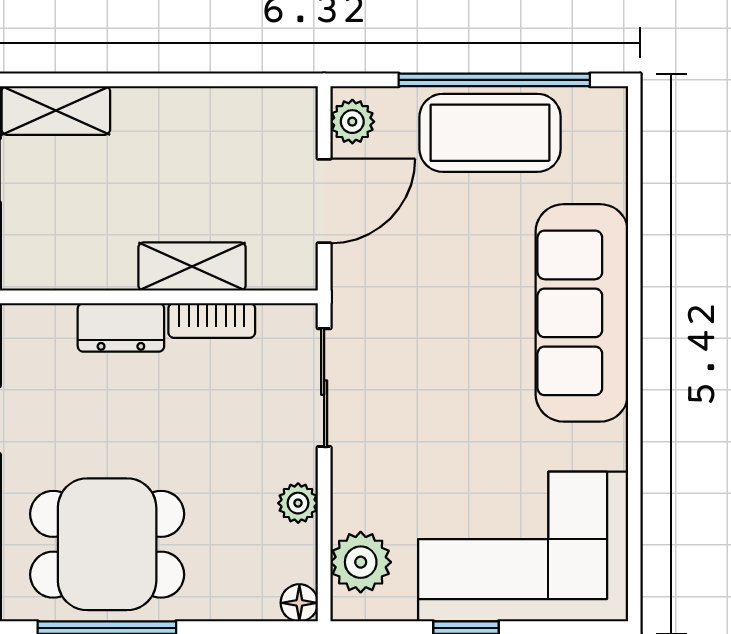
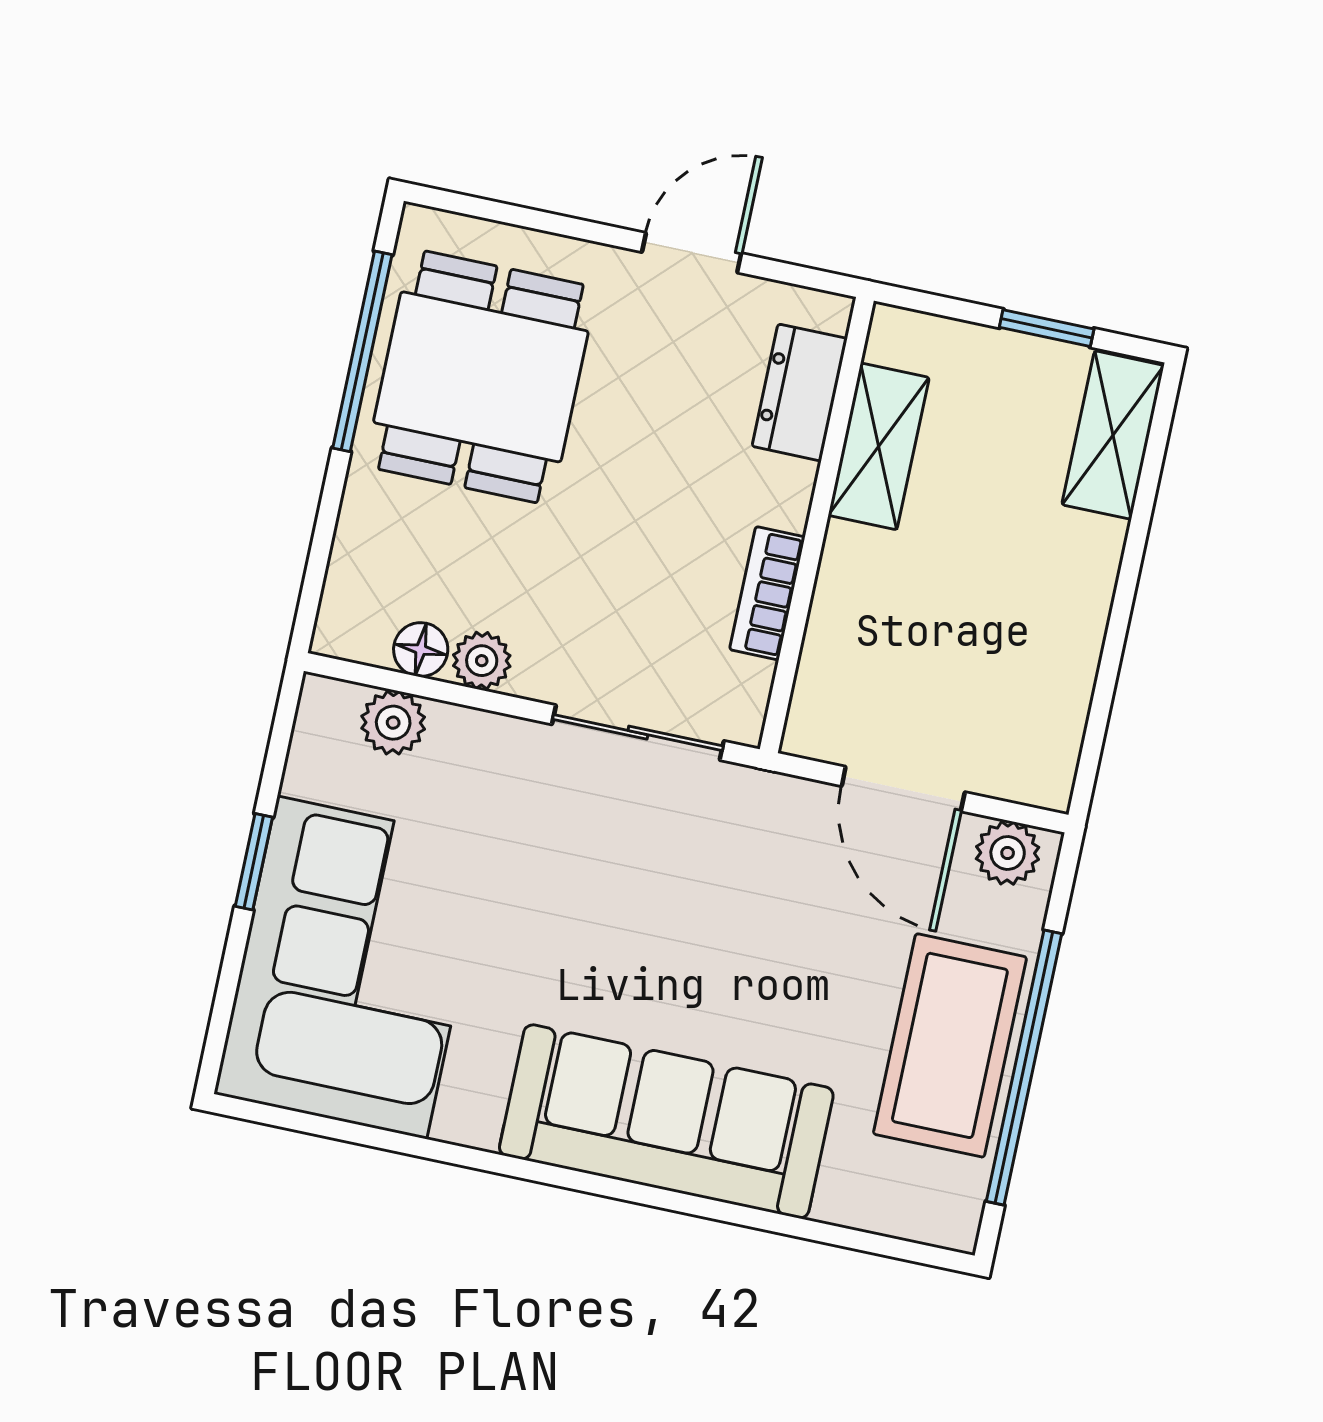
shelving: (192, 267) -> (879, 446), moved
dresser: (121, 327) -> (800, 392), moved
plant: (361, 562) -> (393, 723), width x0.73, depth x0.73
floor lamp: (299, 603) -> (421, 650), moved

